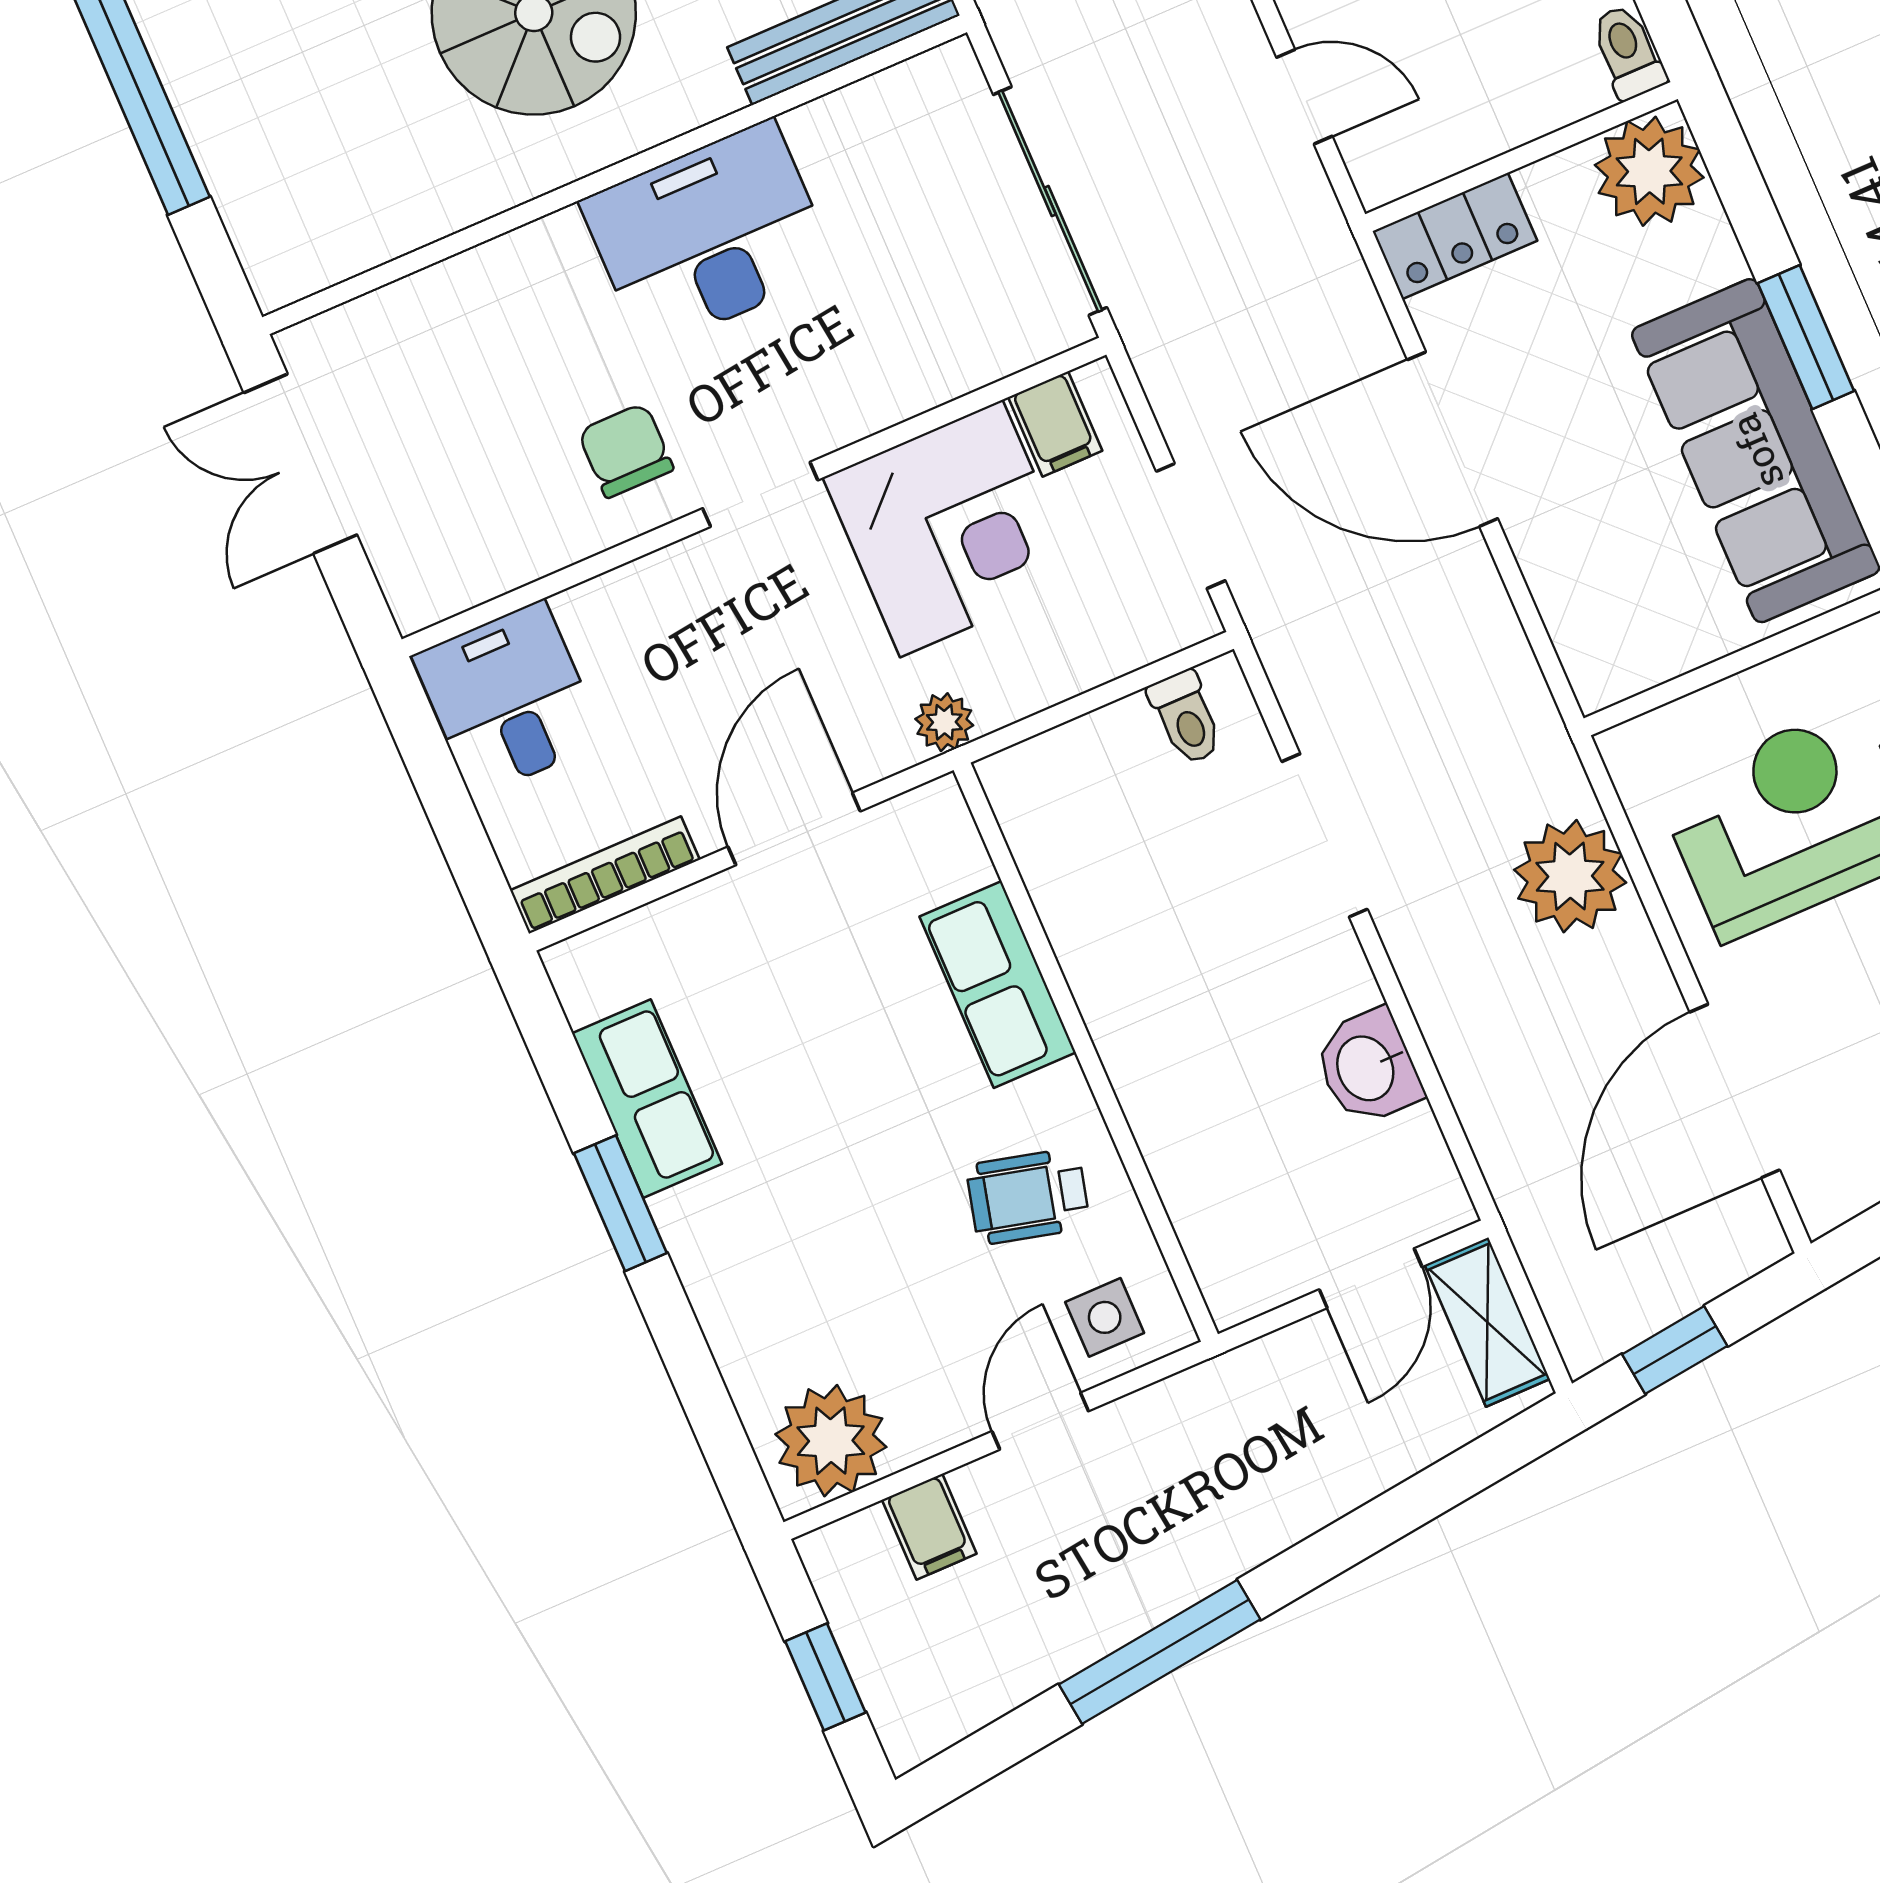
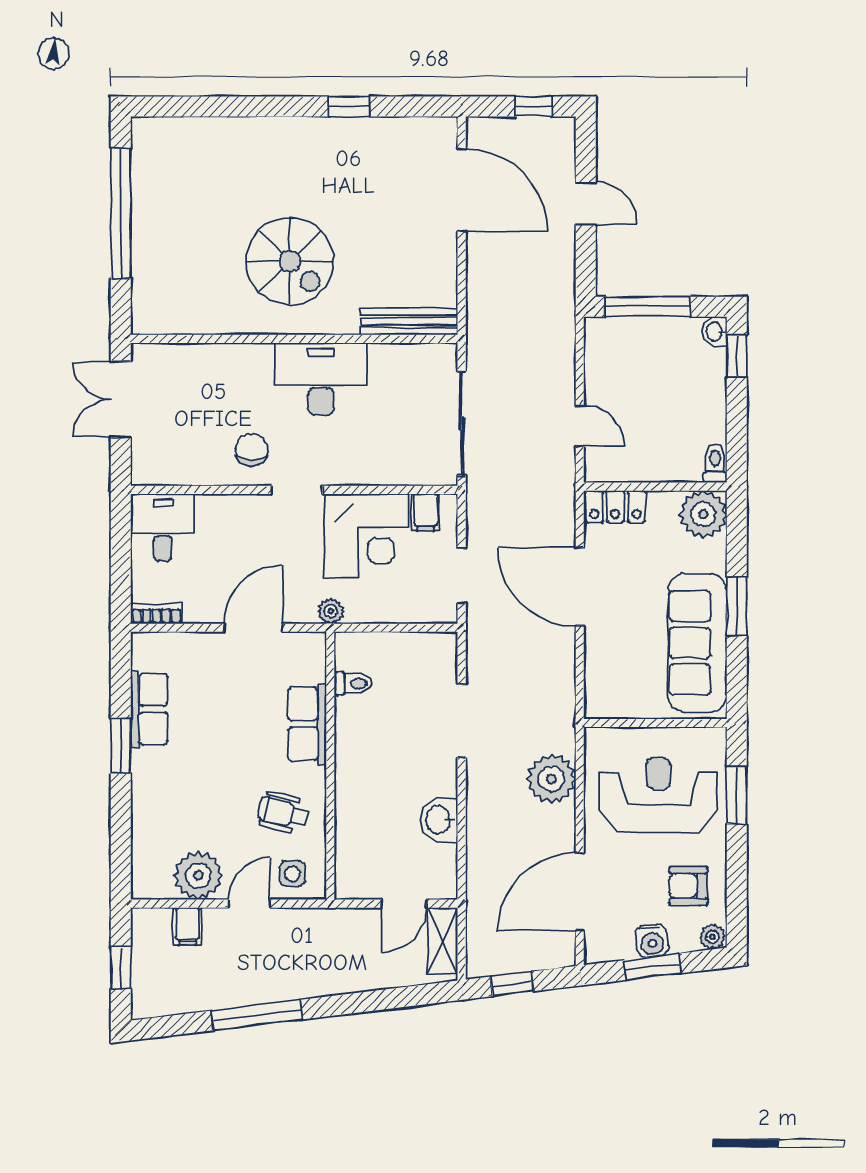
toilet: (1186, 718) -> (353, 684), moved, turned -90
bookcase: (605, 875) -> (156, 614), width x0.64
plant: (831, 1441) -> (198, 875), moved

